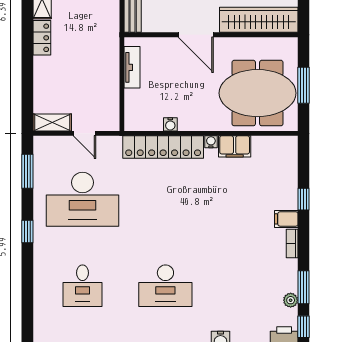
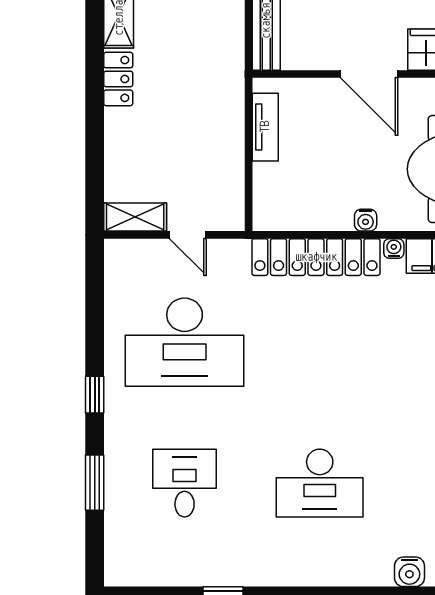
water cooler: (170, 124) -> (366, 220), moved
window: (27, 171) -> (95, 483), moved
desk: (82, 286) -> (185, 483), turned 180

